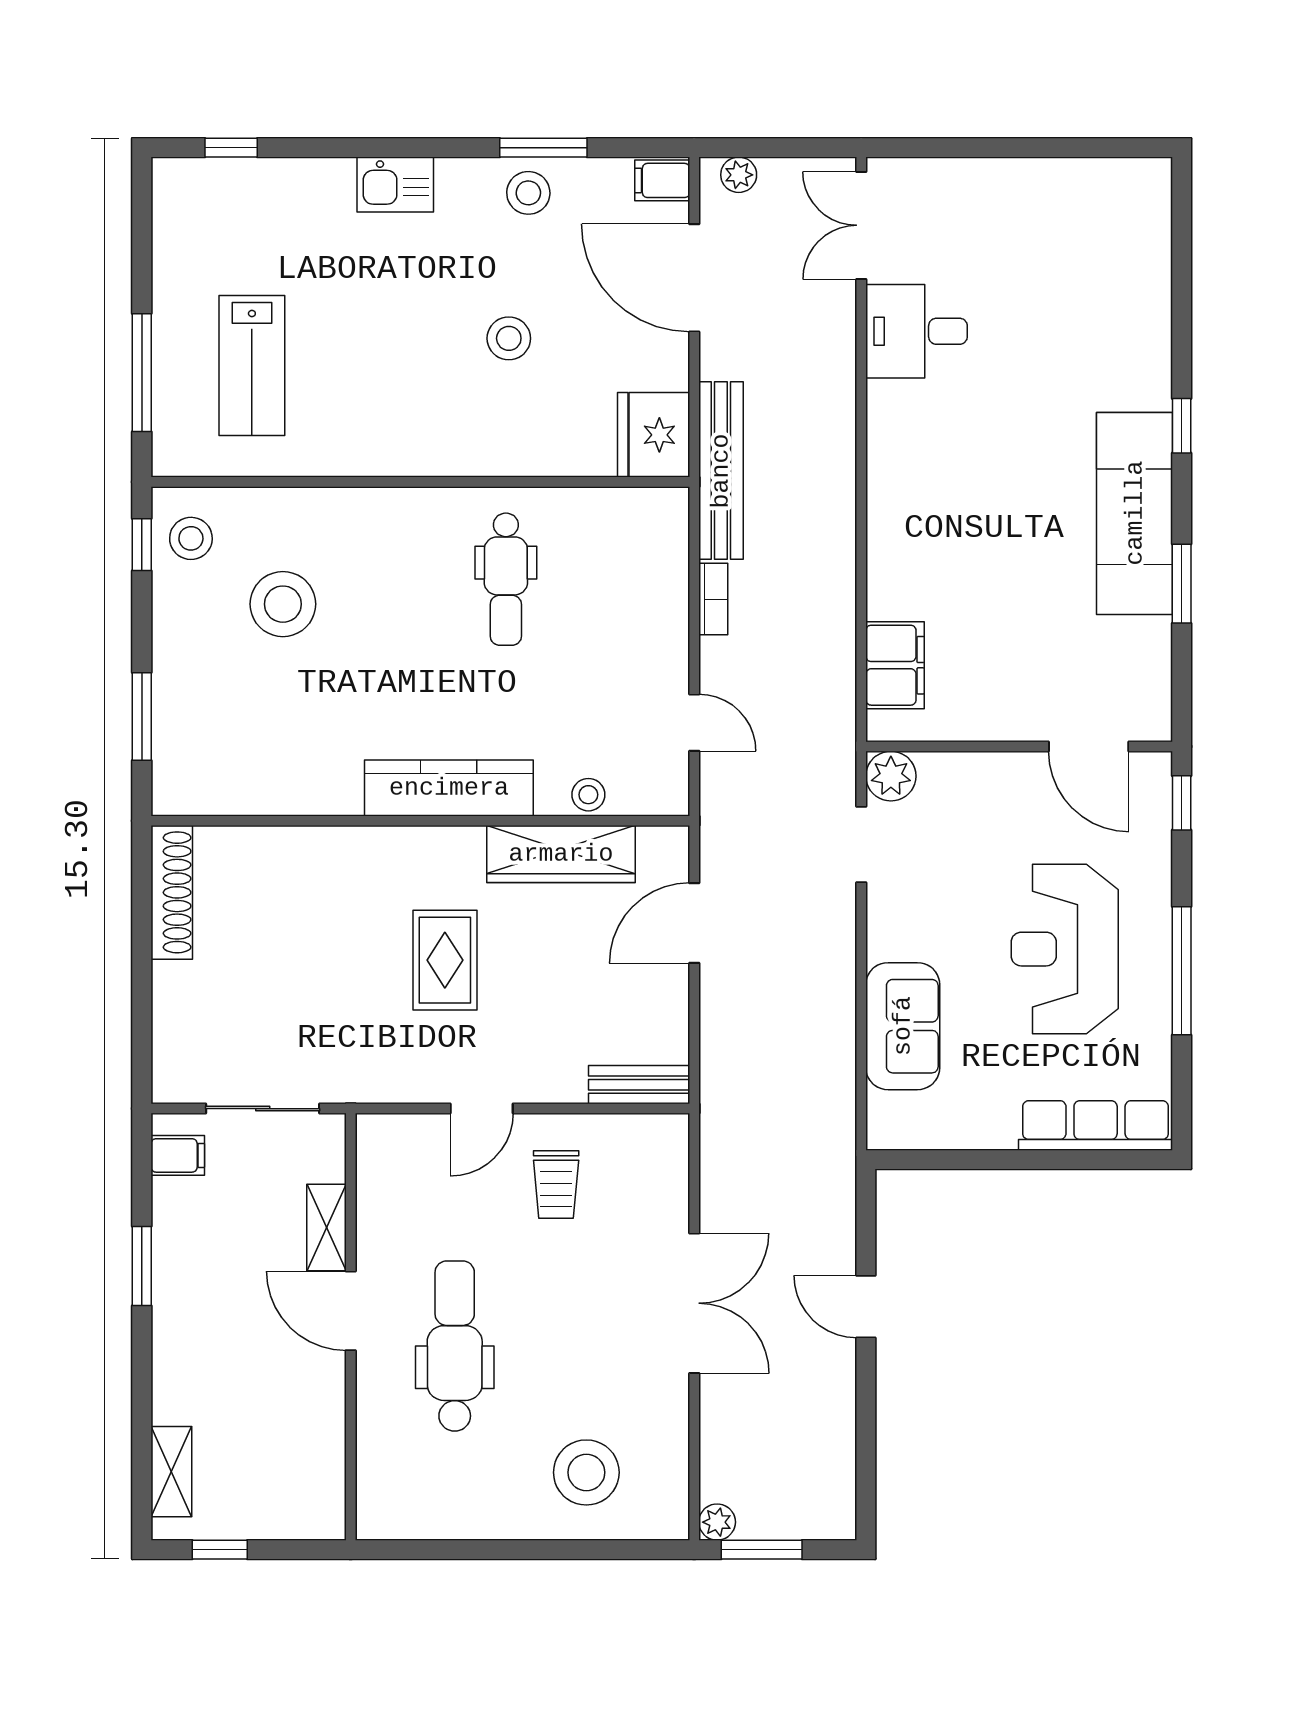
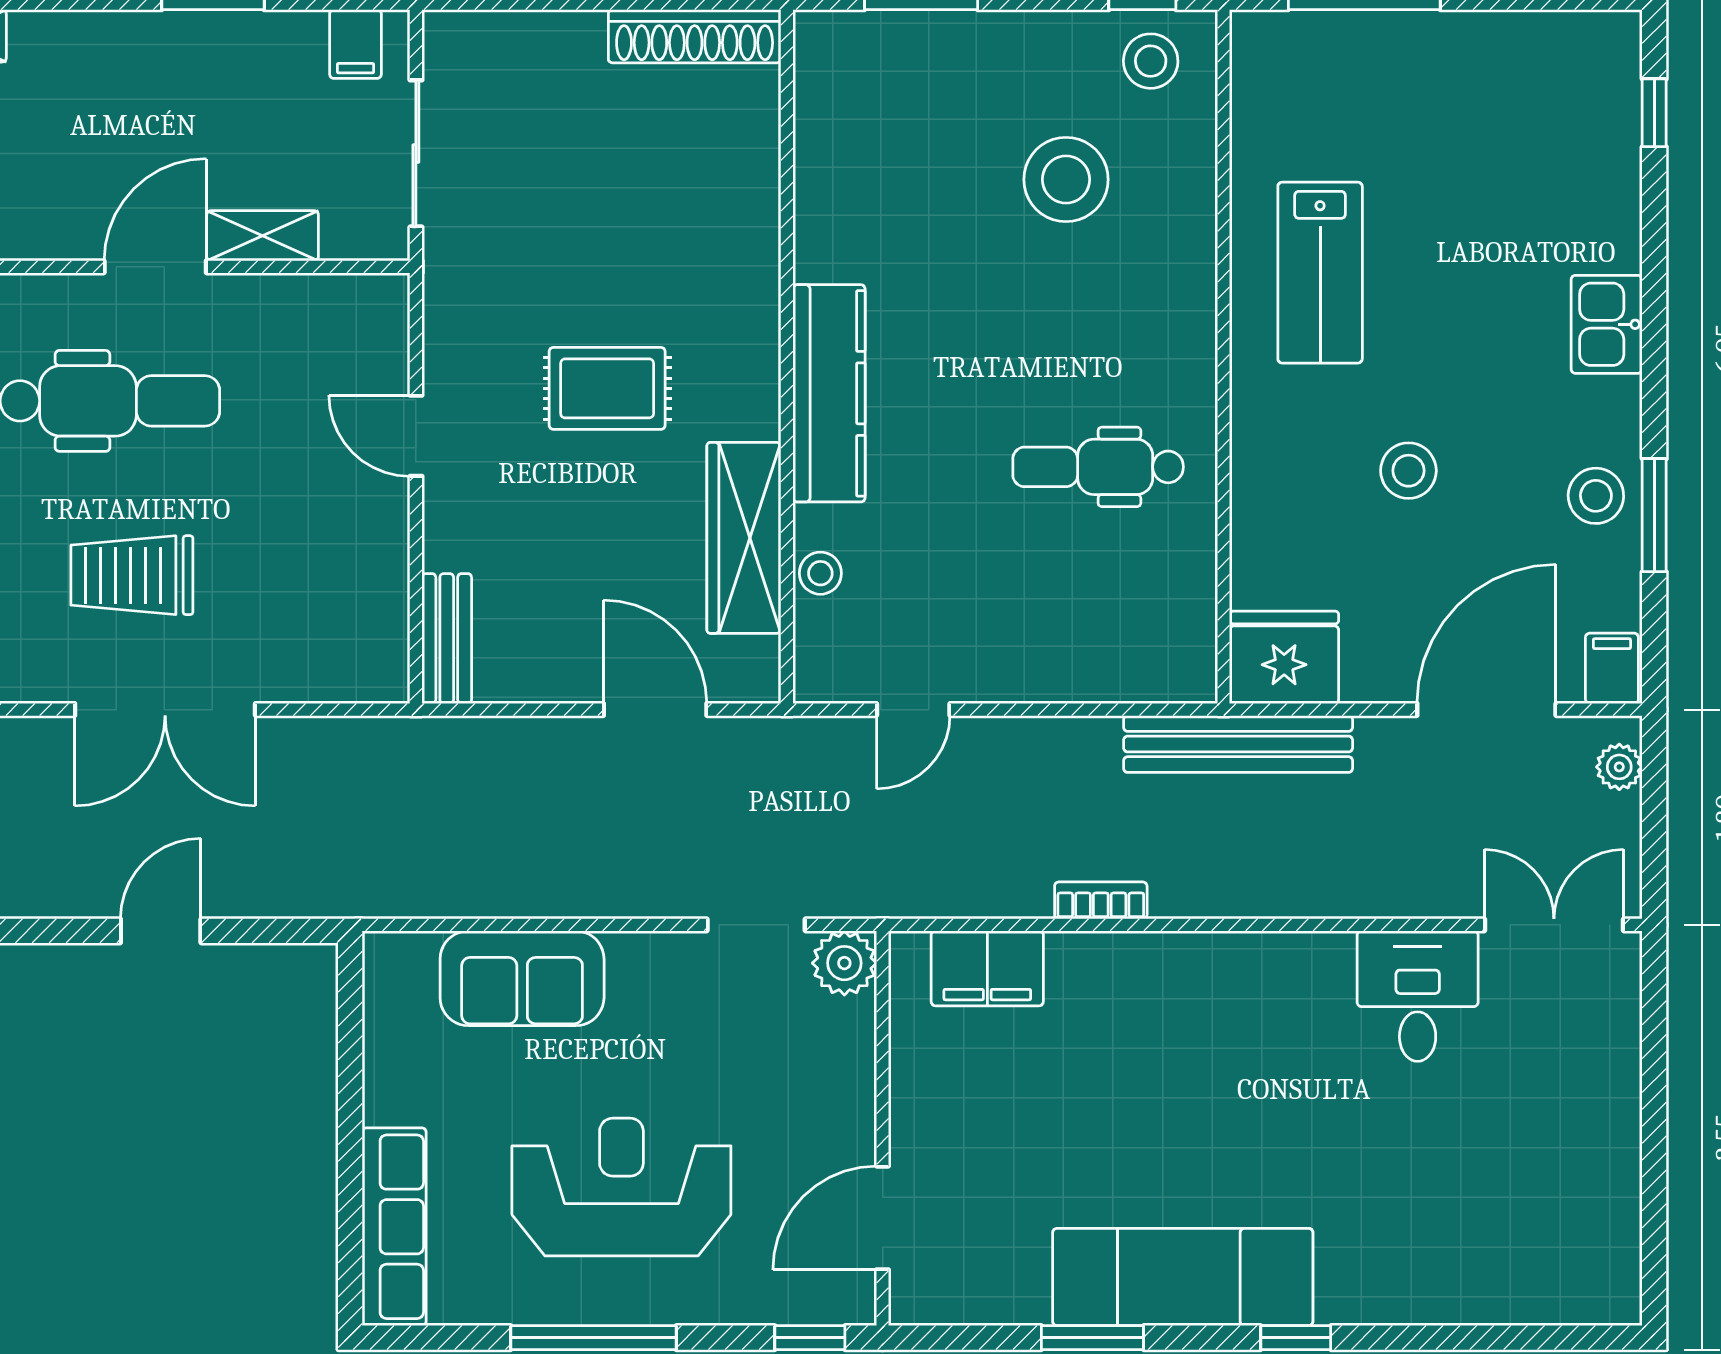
lab bench: (252, 365) -> (1320, 273), moved, turned -90
bookcase: (713, 599) -> (1101, 900), moved, turned 180
trolley: (556, 1185) -> (132, 575), moved, width x1.36, depth x1.39

